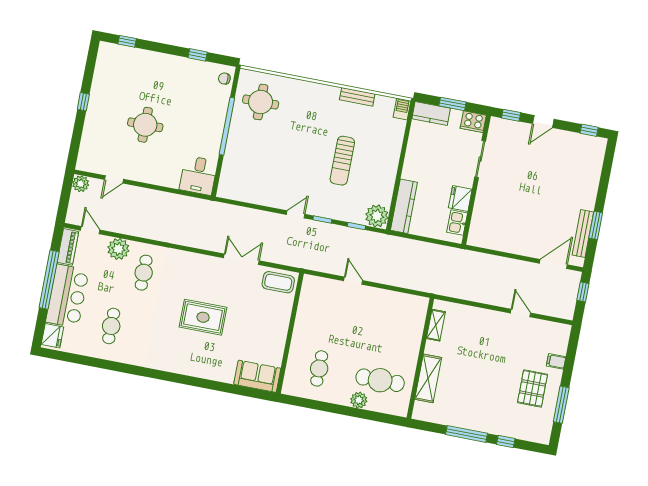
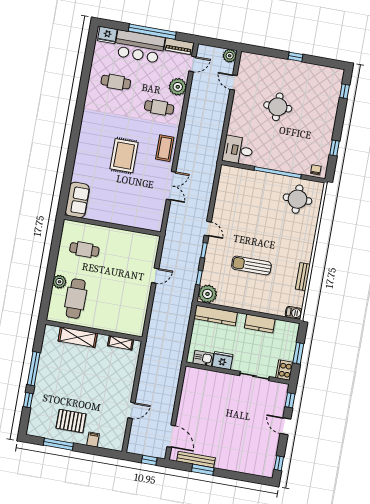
kitchen counter: (431, 114) -> (260, 323), moved, turned -90
coffee table: (278, 282) -> (165, 148), moved

